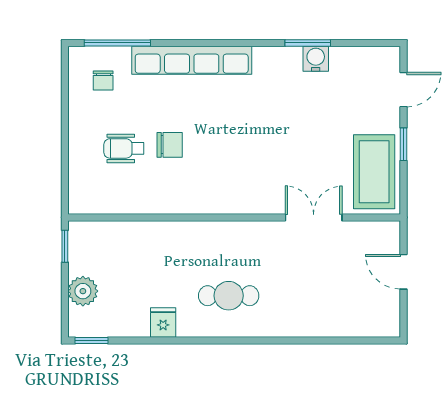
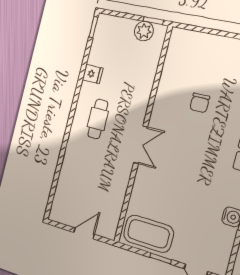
wheelchair: (124, 148) -> (205, 72), removed
double door: (314, 217) -> (141, 145), moved
plant: (83, 291) -> (144, 31), moved

